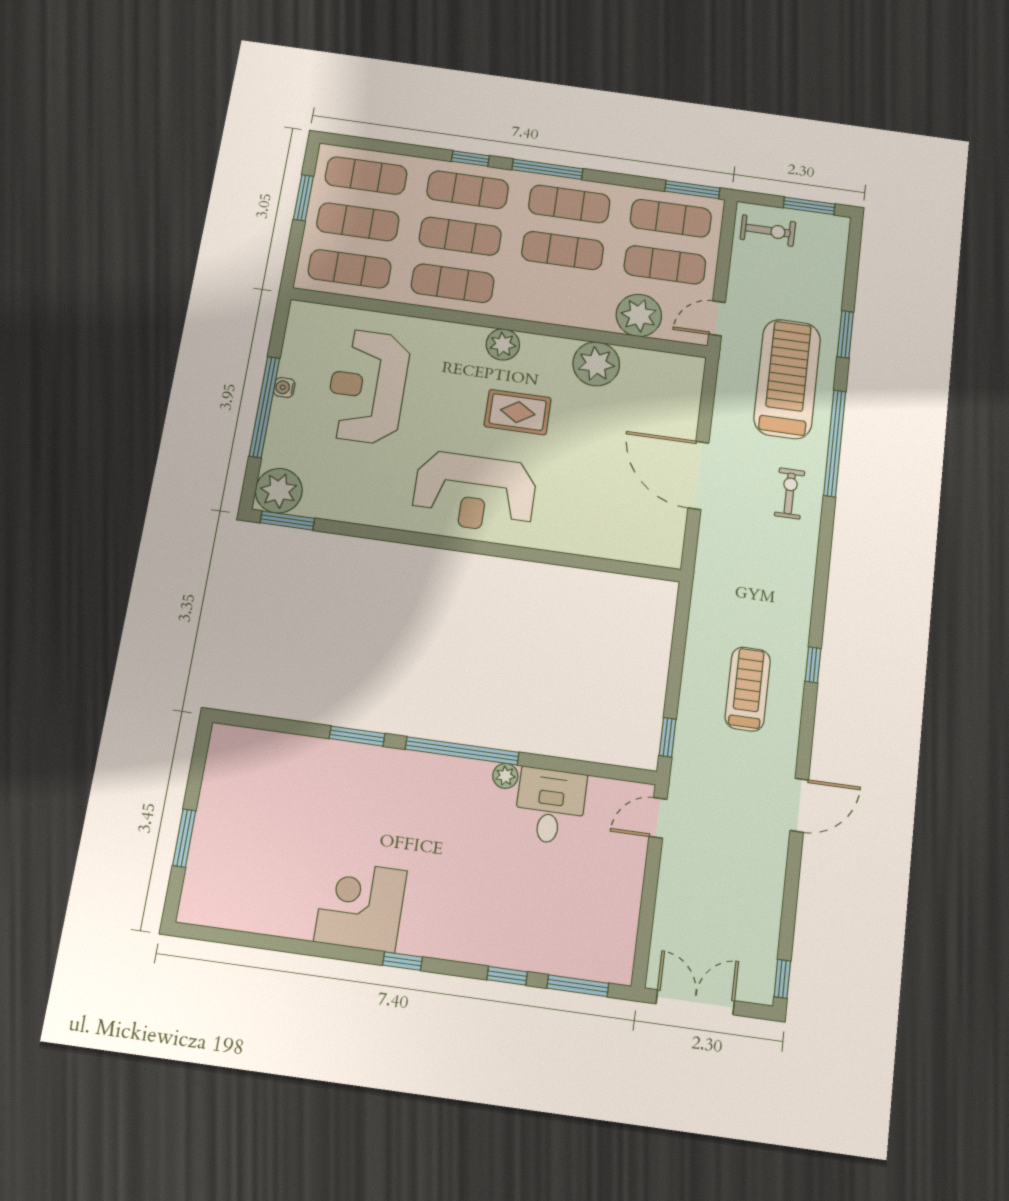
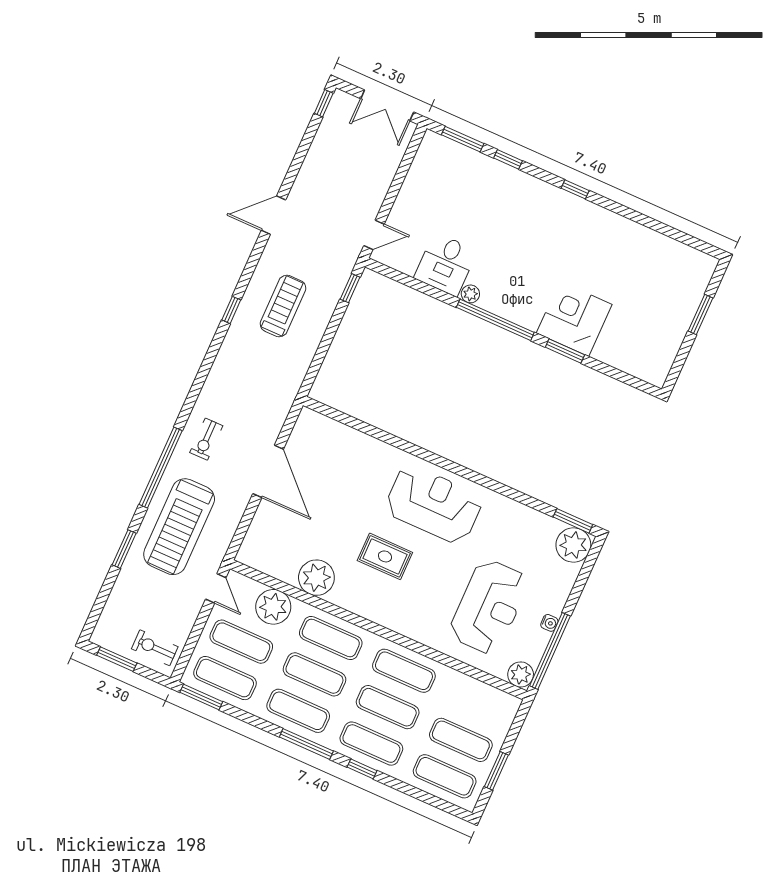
exercise mat: (350, 269) -> (331, 638), moved
door: (717, 318) -> (216, 588), hinge flipped
plant: (503, 344) -> (521, 674), moved
window: (264, 407) -> (550, 651), moved
treadmill: (748, 689) -> (283, 306), turned 180
corner desk: (361, 906) -> (574, 319), moved, turned 180

